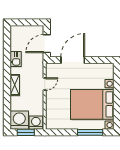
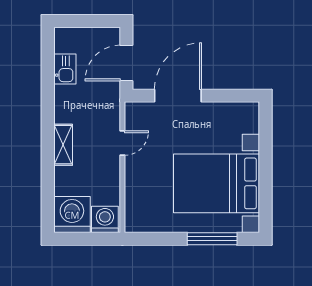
kitchen sink: (16, 59) -> (65, 69), moved
window: (26, 132) -> (85, 239), removed

